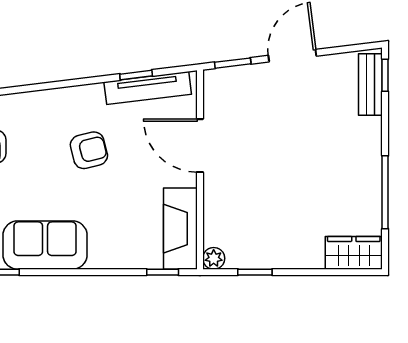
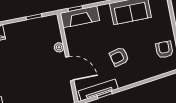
fireplace: (180, 229) -> (80, 17), moved, turned 90
plant: (214, 258) -> (59, 47), moved

